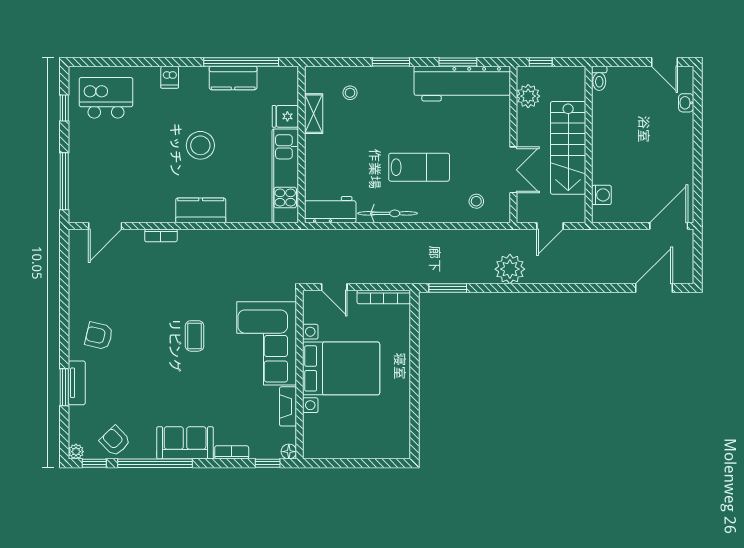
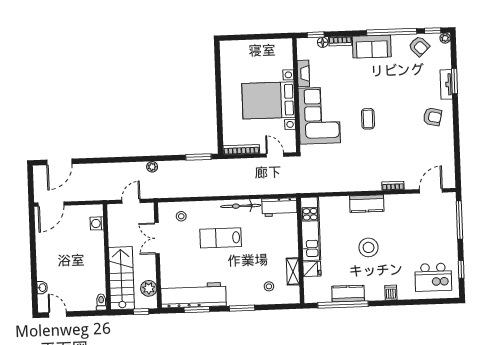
stairs: (568, 148) -> (121, 278), moved
plant: (510, 269) -> (152, 167), width x0.53, depth x0.53
floor lamp: (289, 452) -> (323, 42), moved

